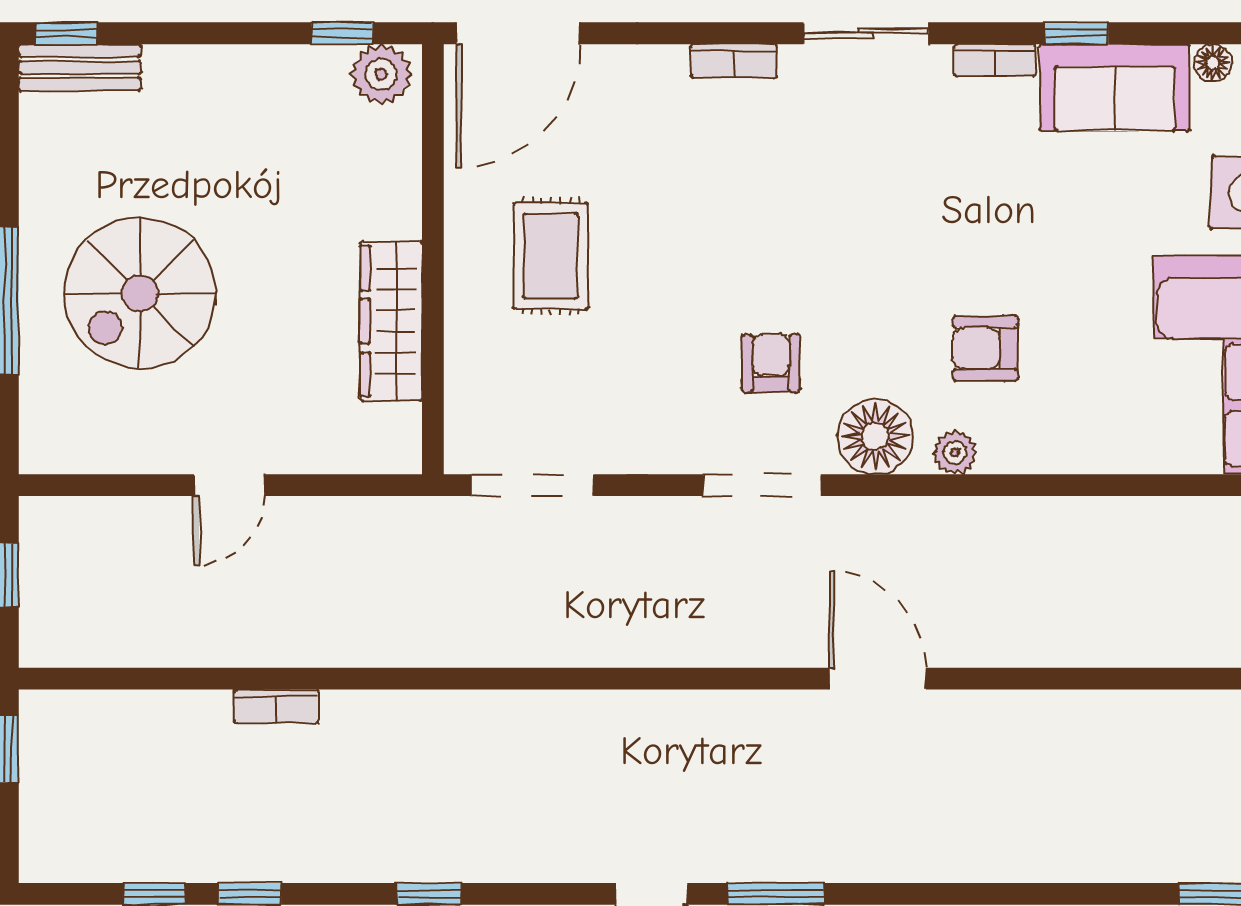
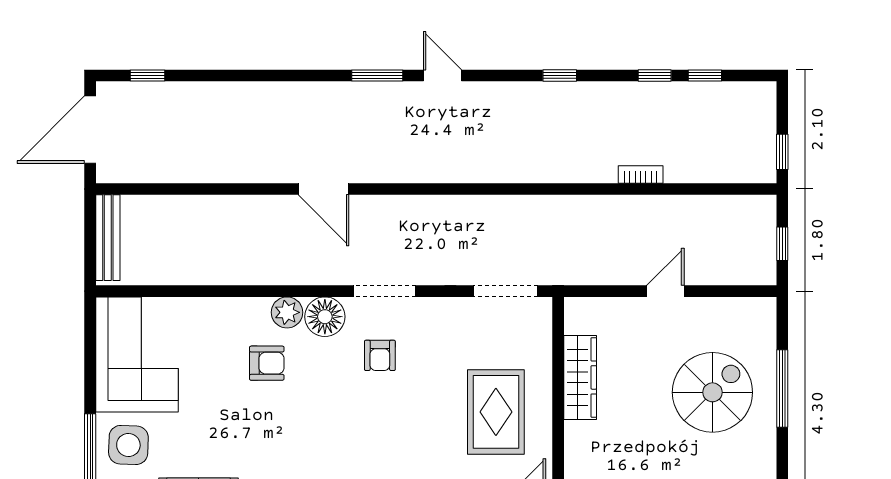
rug: (551, 256) -> (496, 412), width x1.36, depth x1.43
plant: (955, 453) -> (287, 312), width x1.38, depth x1.38

